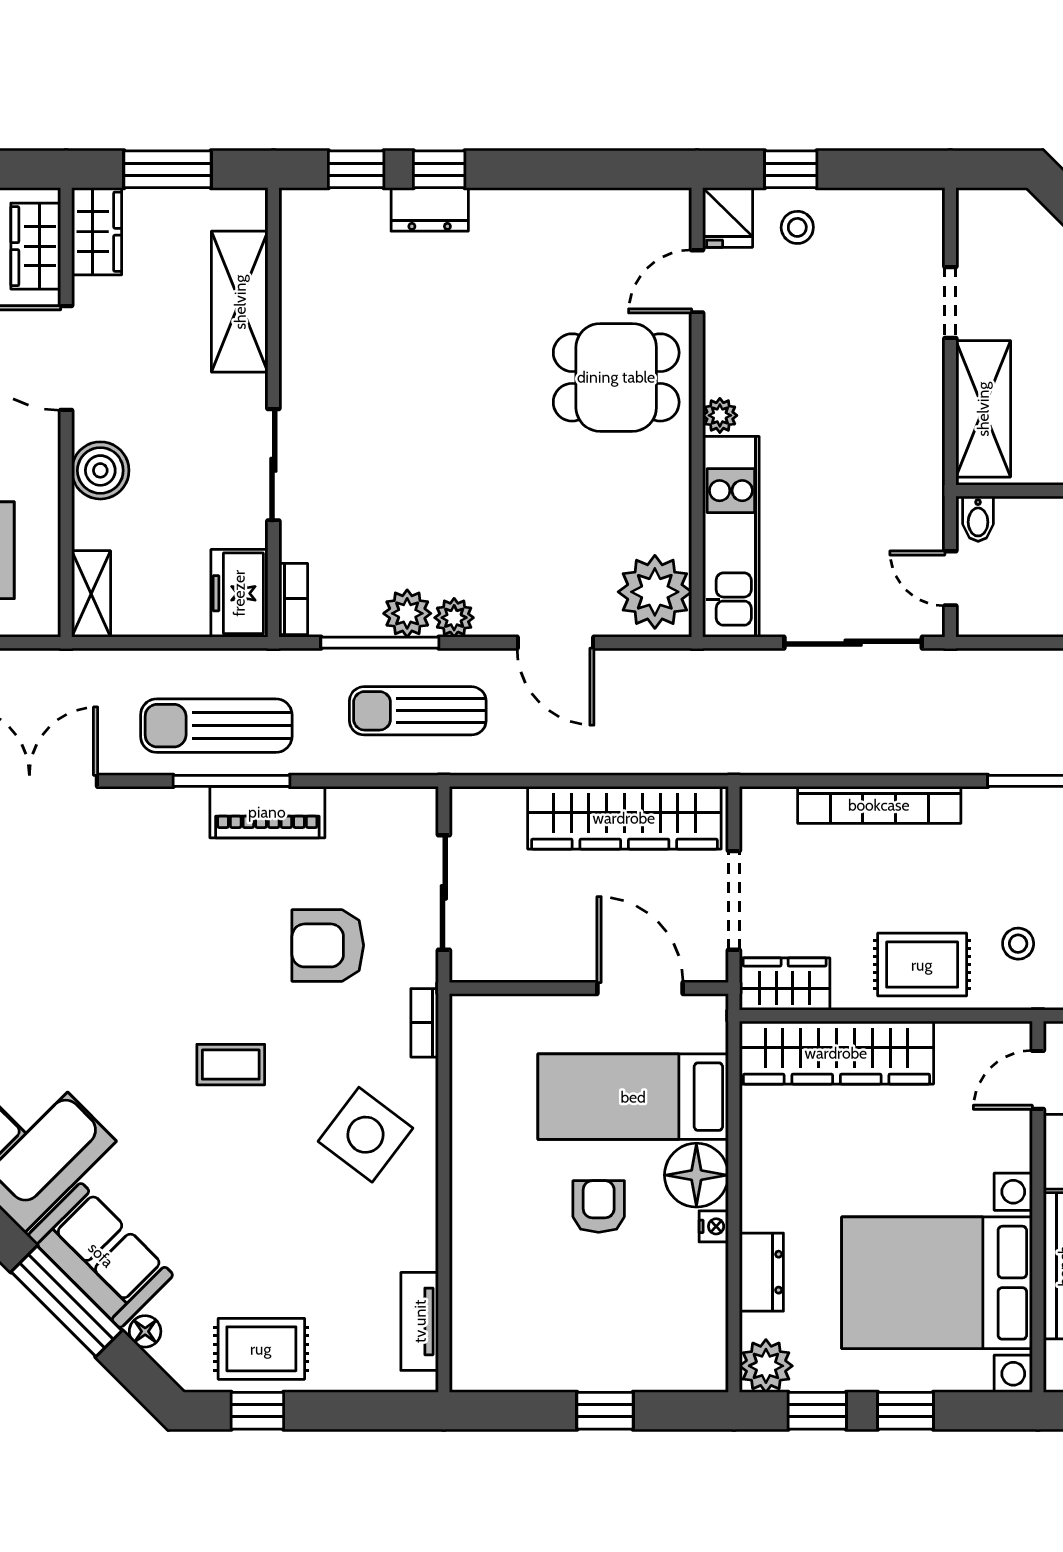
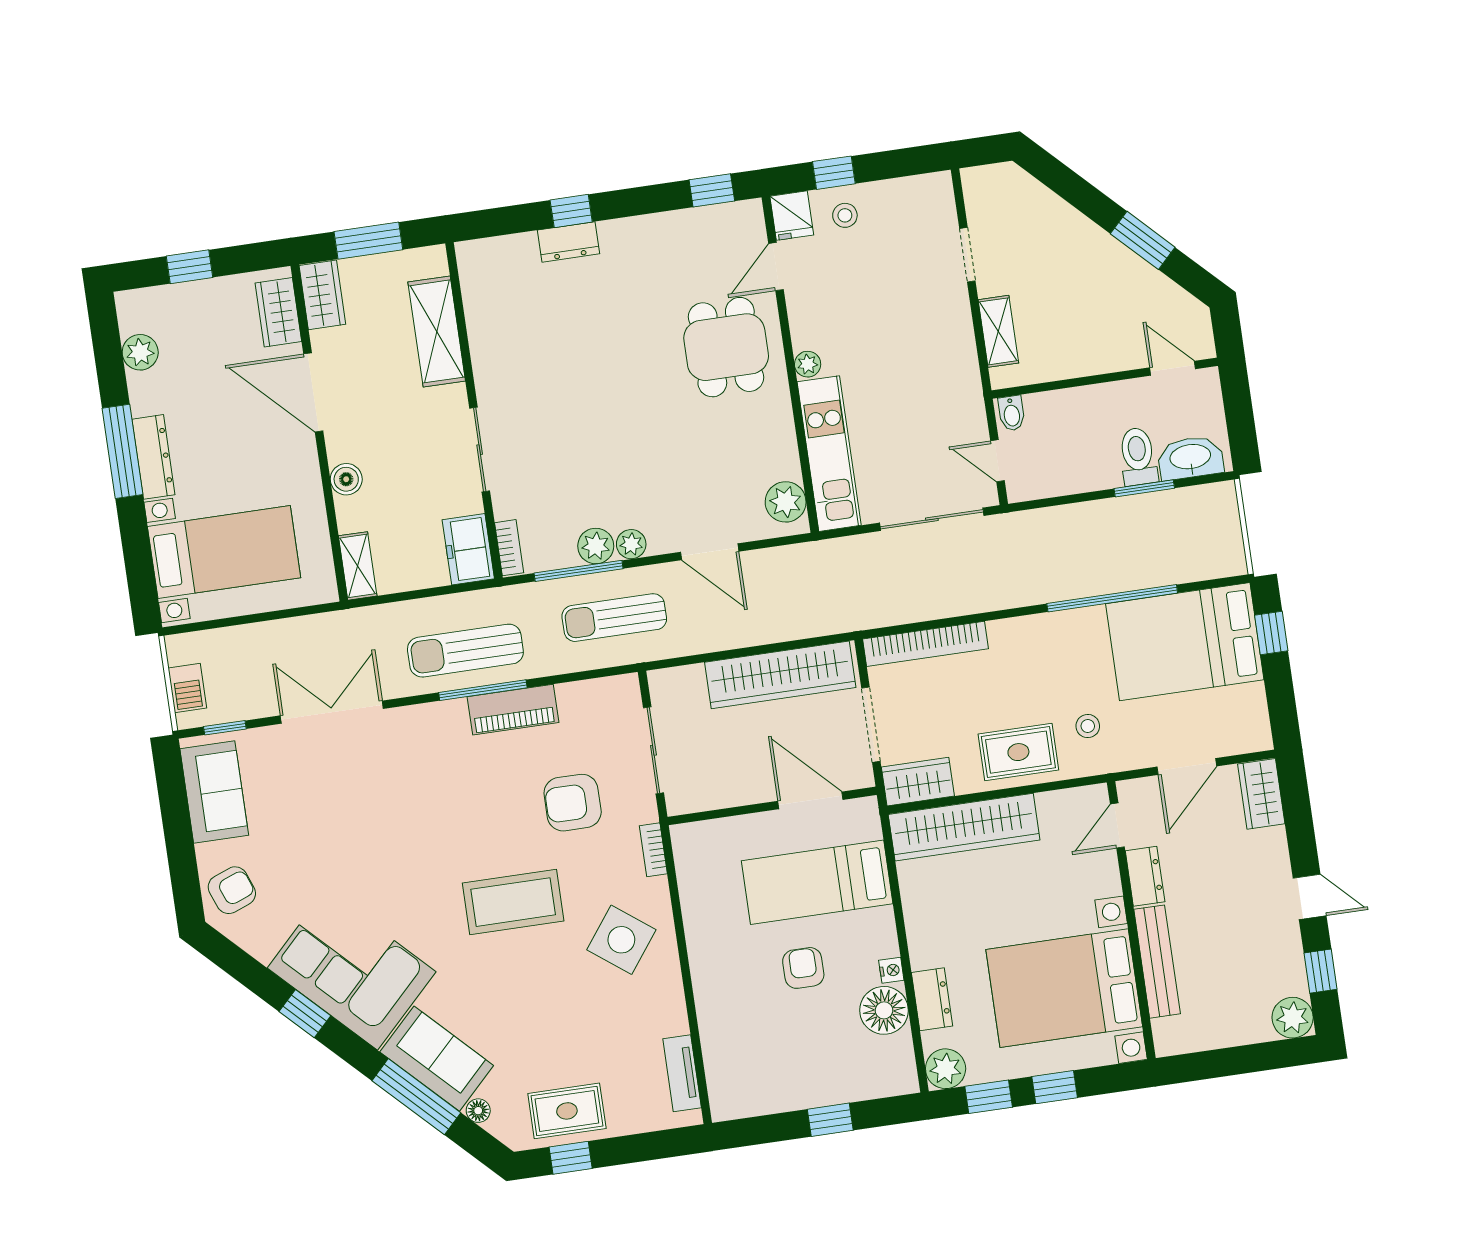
window: (356, 169) -> (712, 190), moved
dining table: (616, 377) -> (726, 347), turned 90
shelving: (983, 409) -> (998, 331), width x0.67, depth x0.75
boiler: (100, 470) -> (346, 479), width x0.73, depth x0.73
plant: (655, 592) -> (786, 502), width x0.73, depth x0.73
bookcase: (879, 805) -> (926, 644), moved
coffee table: (231, 1065) -> (513, 902), width x1.86, depth x1.72
floor lamp: (696, 1175) -> (884, 1010), moved

